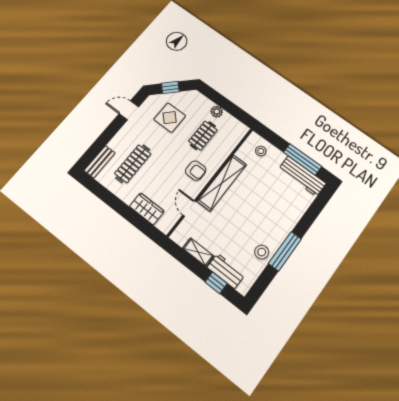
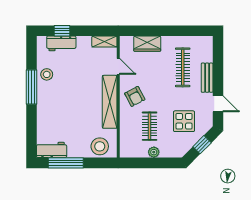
door: (129, 110) -> (218, 104), hinge flipped
stool: (261, 151) -> (100, 146), width x1.89, depth x1.89
bench: (100, 162) -> (207, 78), moved
armchair: (196, 171) -> (135, 96), turned -118
workbench: (302, 176) -> (52, 150), width x0.73
shelving: (198, 252) -> (104, 42), moved

